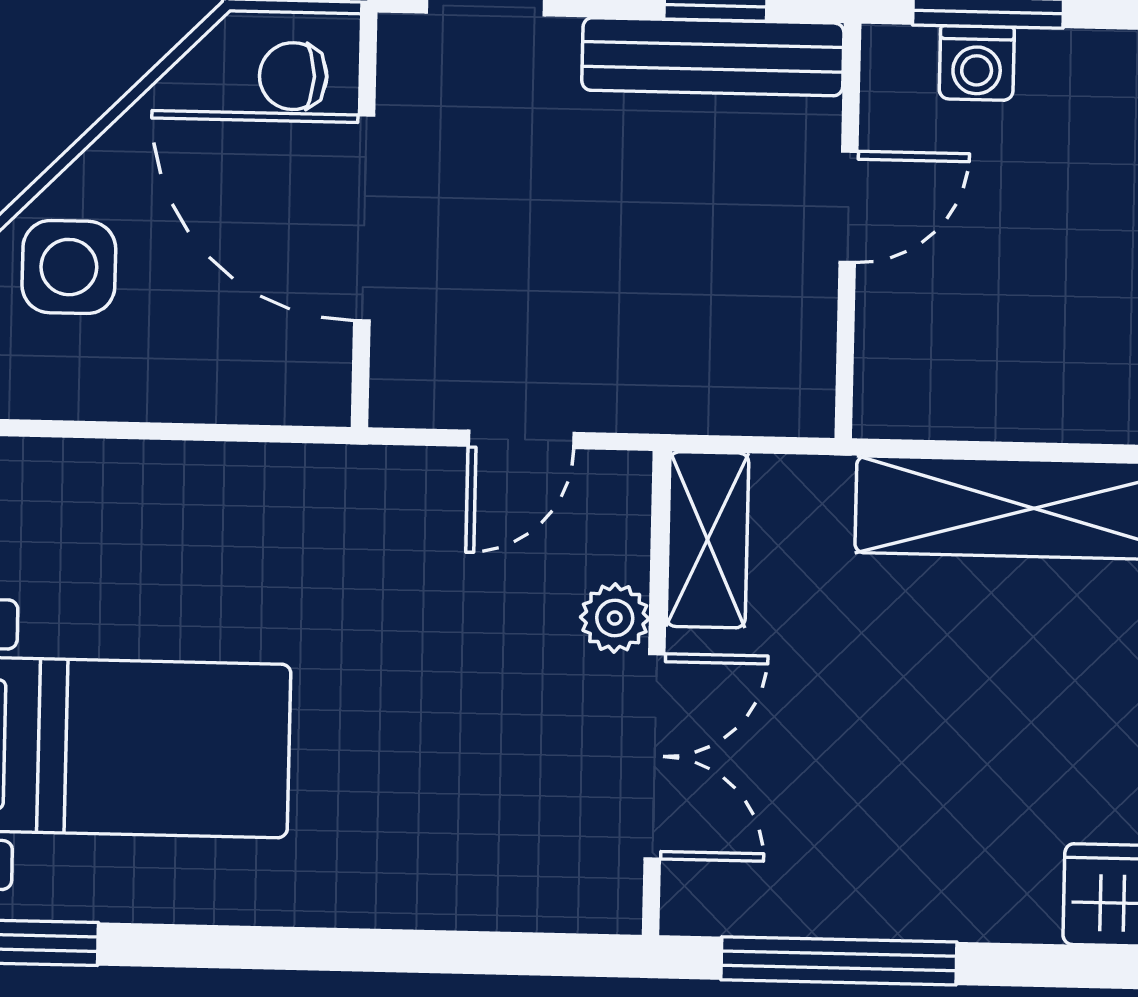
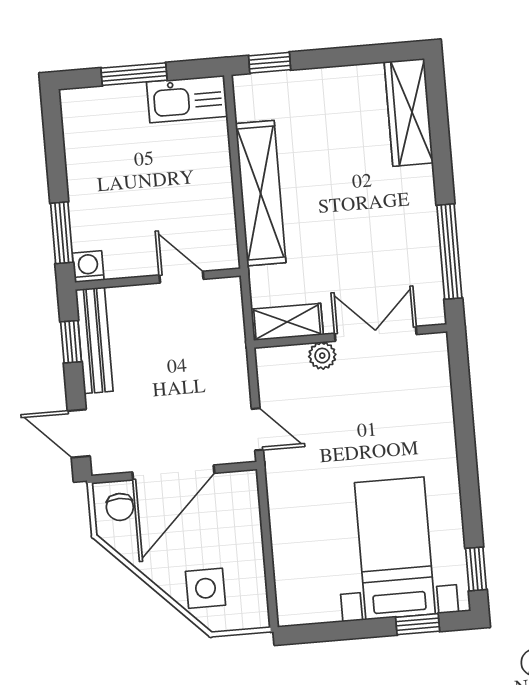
washing machine: (977, 63) -> (88, 267), moved, turned -90
door: (848, 207) -> (181, 277), moved
door: (521, 439) -> (257, 429), moved

